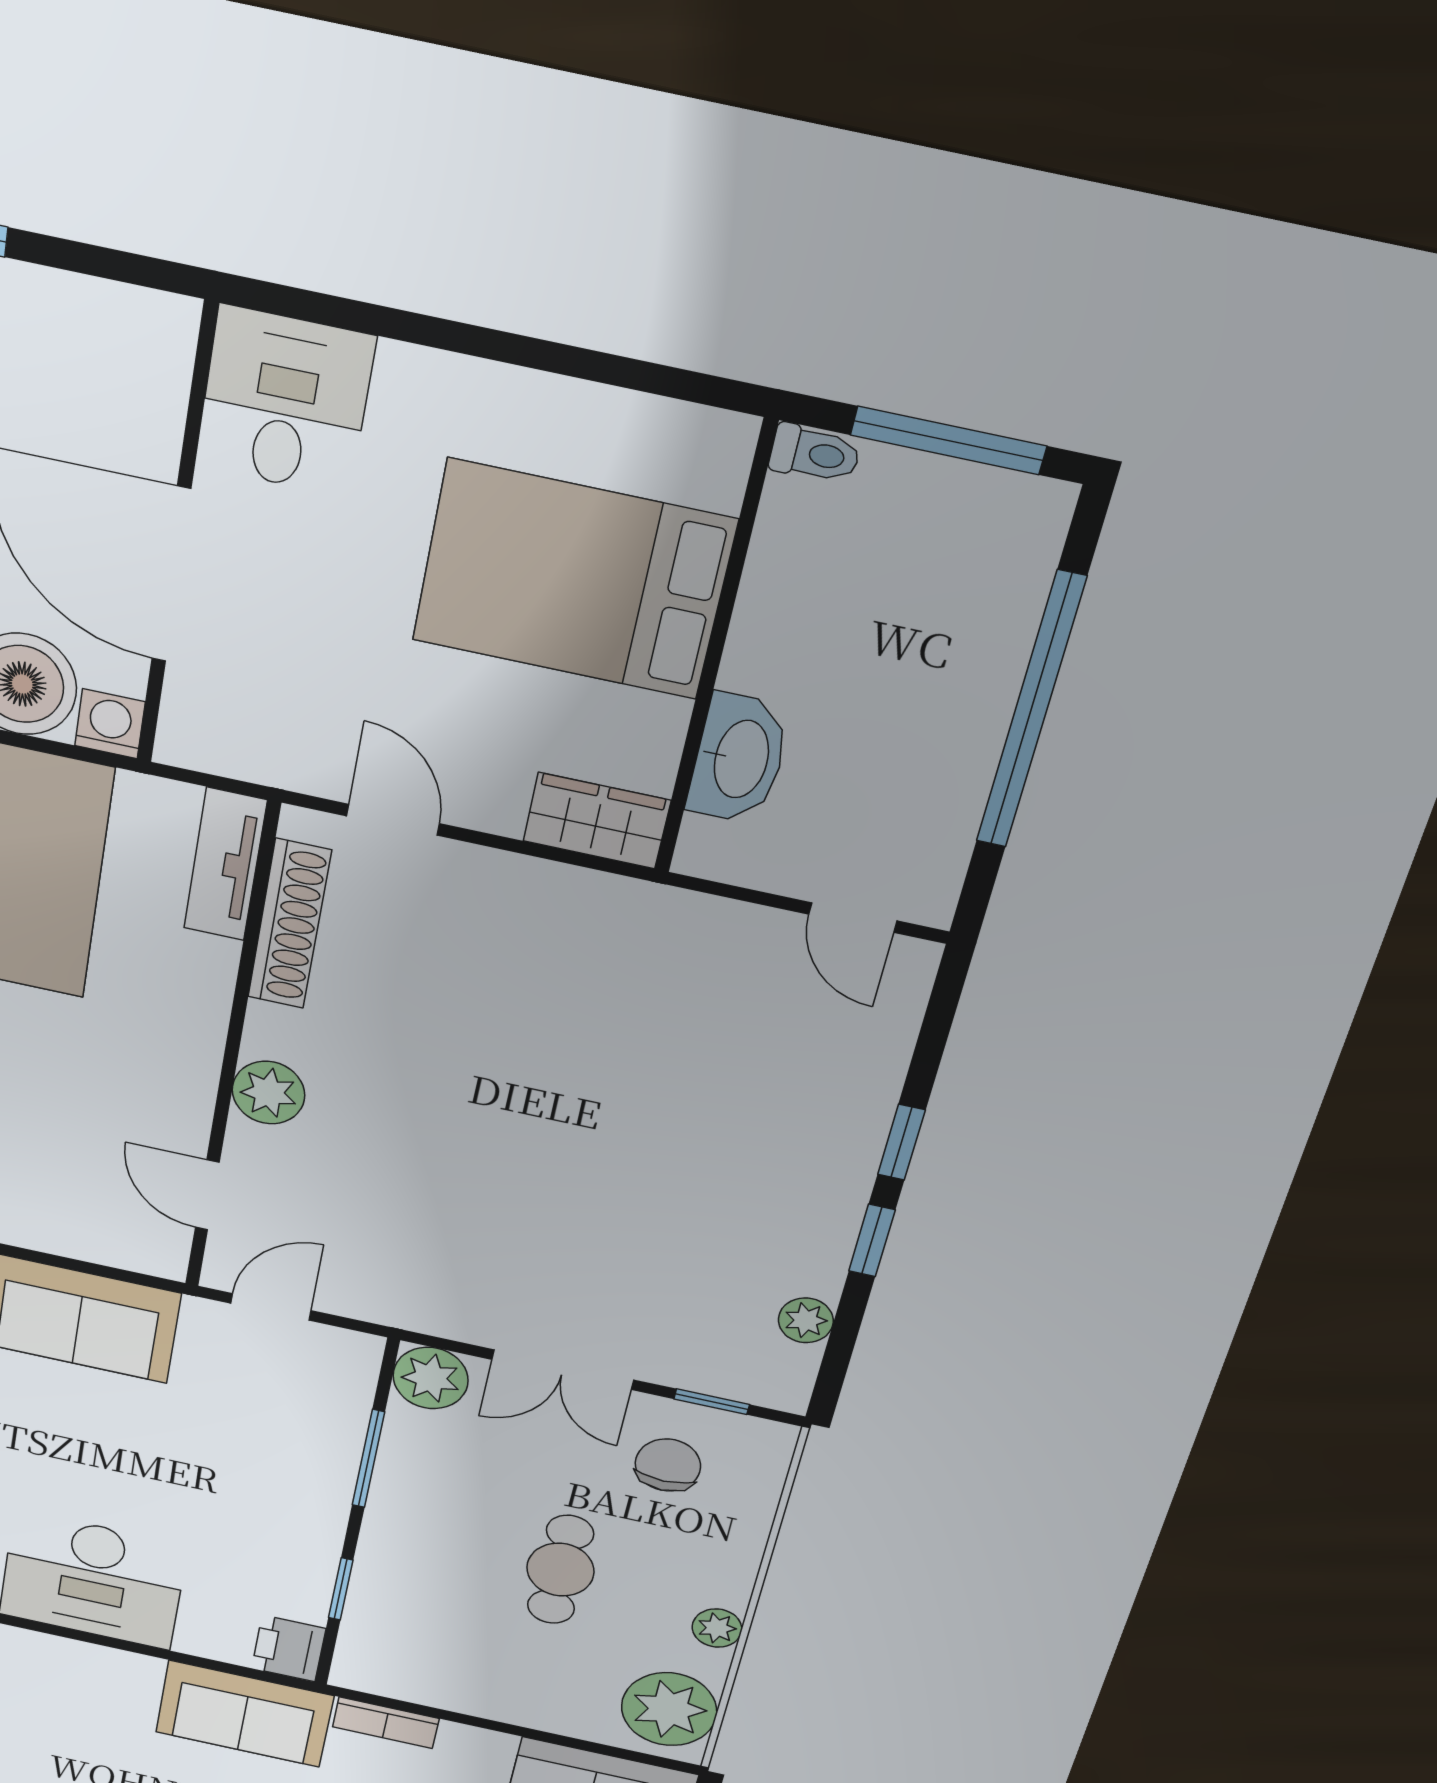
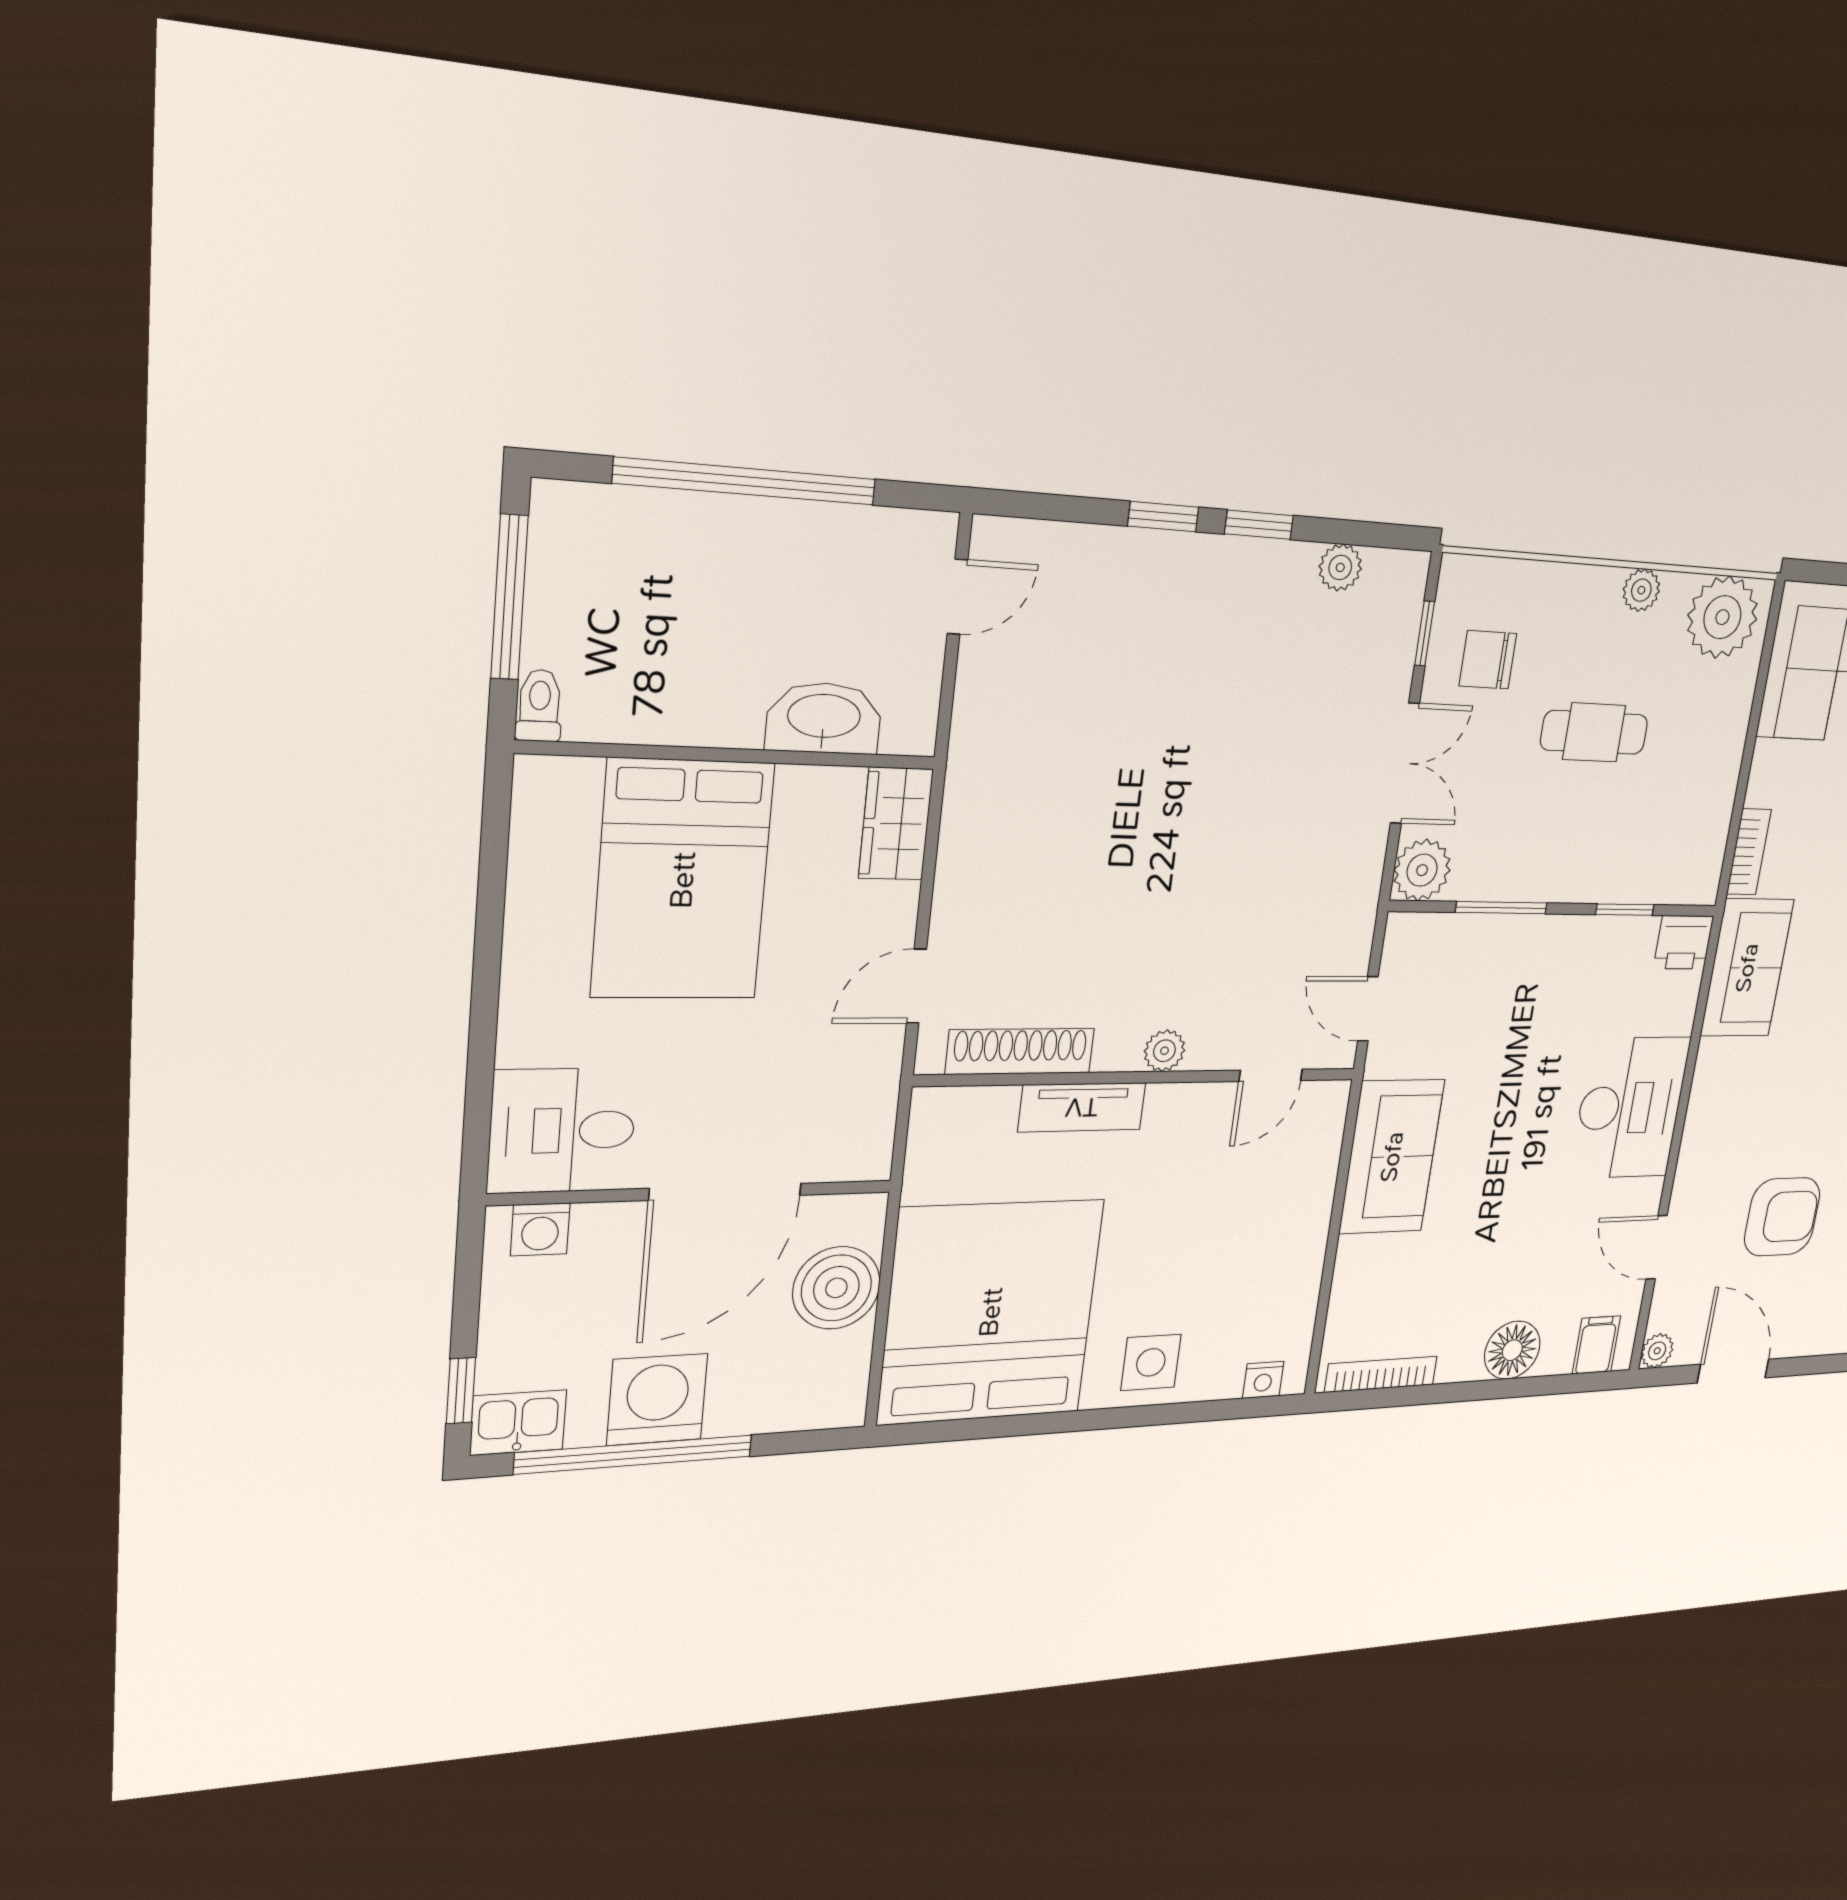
washing machine: (110, 724) -> (540, 1229), moved, turned -90
tv unit: (225, 864) -> (1082, 1107), moved
plant: (268, 1093) -> (1164, 1051), width x0.73, depth x0.73

